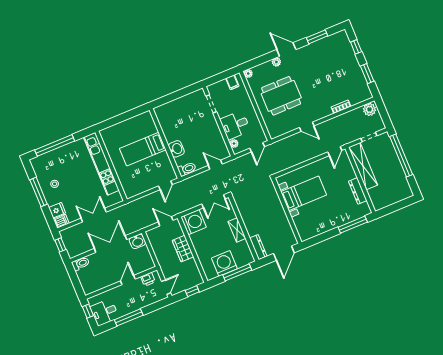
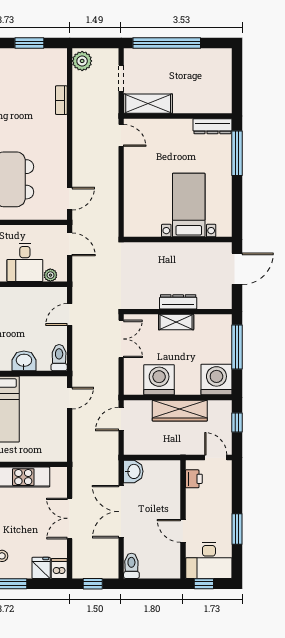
door: (307, 127) -> (70, 199), moved
shelving: (363, 166) -> (148, 104), width x0.68
door: (165, 185) -> (70, 398), hinge flipped
dresser: (358, 191) -> (212, 126), moved
bed with nightstands: (304, 193) -> (189, 205), moved
washing machine: (193, 222) -> (159, 380), moved
dresser: (258, 247) -> (178, 302), moved
wardrobe: (183, 249) -> (180, 411), width x1.50
door: (284, 253) -> (237, 269), hinge flipped
washing machine: (224, 263) -> (216, 379), moved, turned 90
door: (128, 280) -> (183, 531), moved
desk: (104, 312) -> (209, 561), width x1.37
window: (129, 317) -> (237, 529), width x0.69

